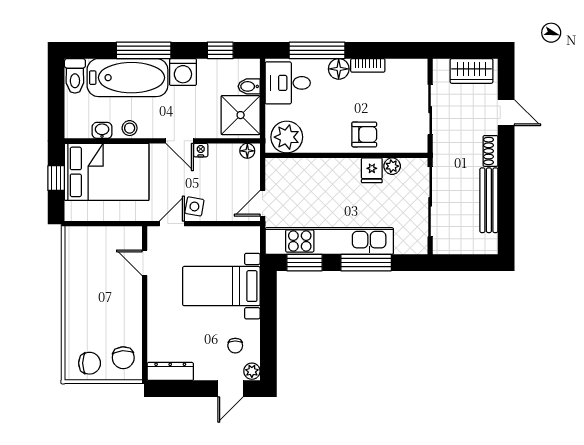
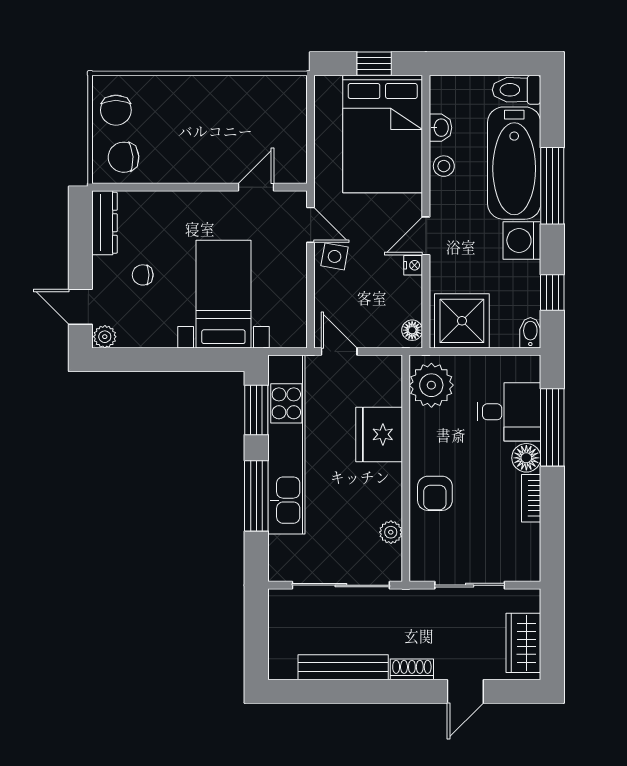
desk: (288, 83) -> (509, 412), moved, turned 90
bidet: (249, 86) -> (530, 333), moved
fridge: (372, 170) -> (379, 434), moved, width x1.88, depth x1.34
chair: (235, 346) -> (143, 275), moved

